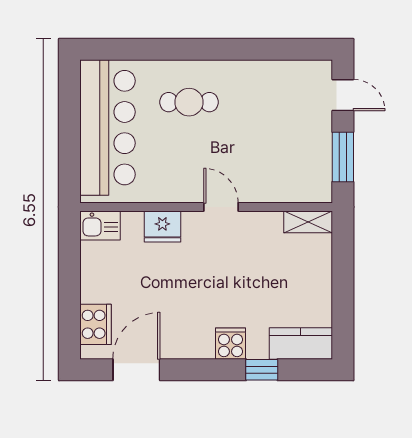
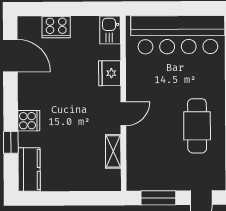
cafe table: (189, 102) -> (197, 126), moved, width x1.37, depth x1.35
shelving: (308, 222) -> (113, 151), moved
cooker: (95, 324) -> (56, 27), moved

